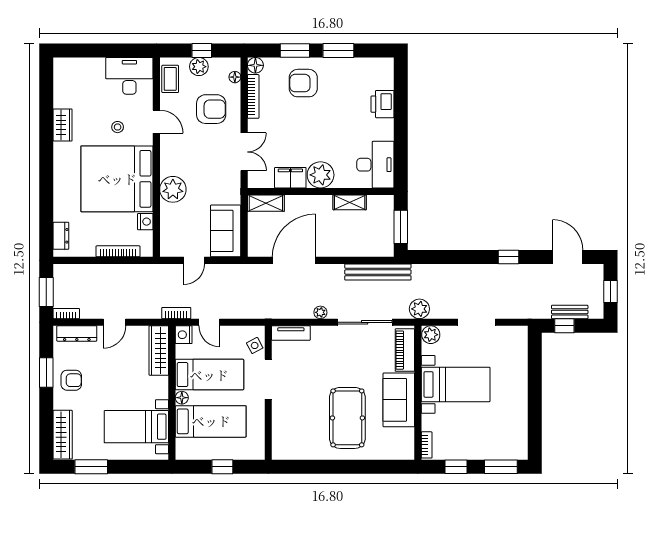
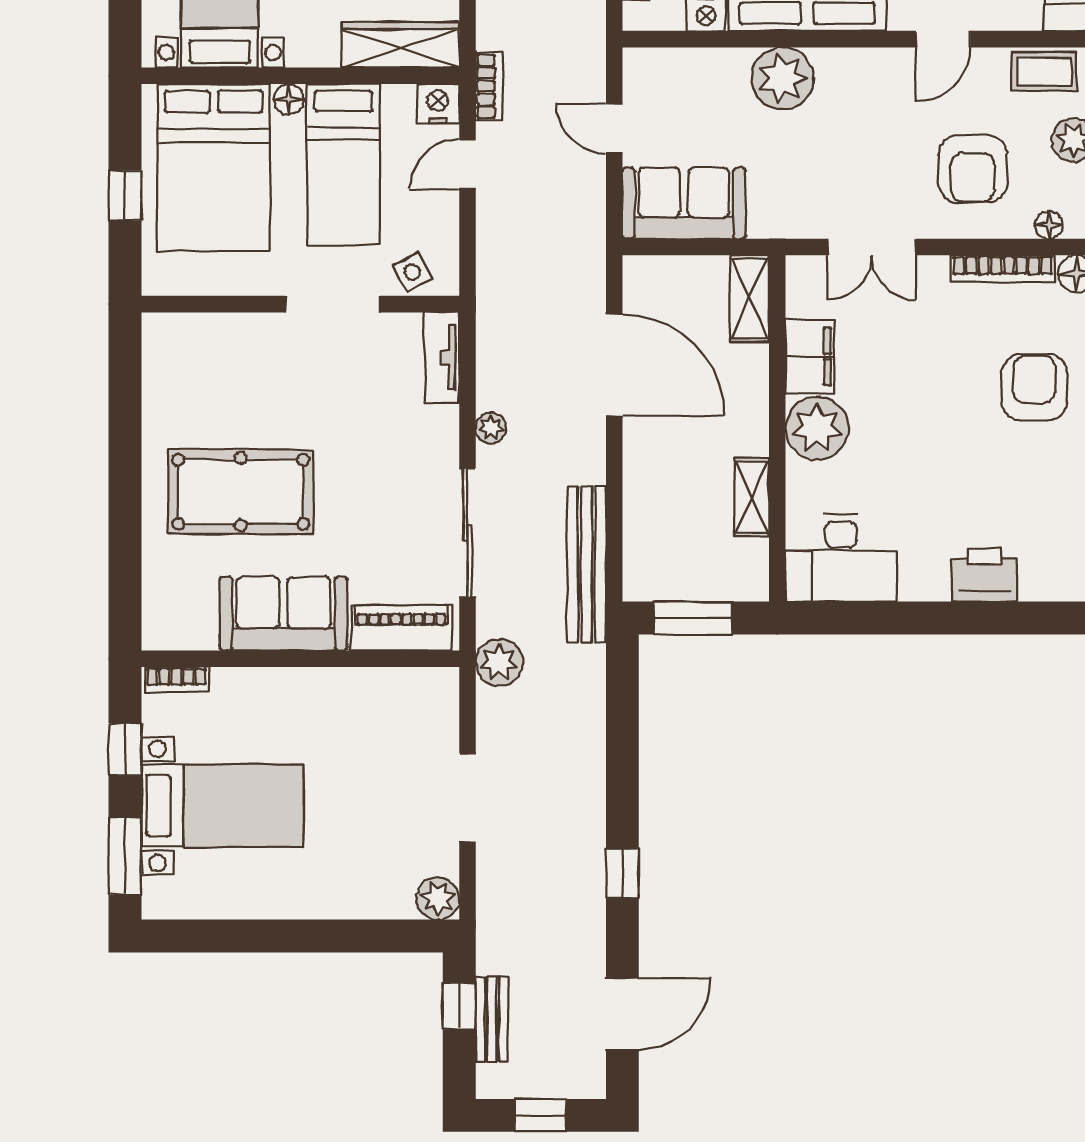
plant: (431, 335) -> (438, 898), moved
bed with nightstands: (456, 384) -> (223, 806), moved, turned -90
bed: (211, 421) -> (214, 168), width x1.50

